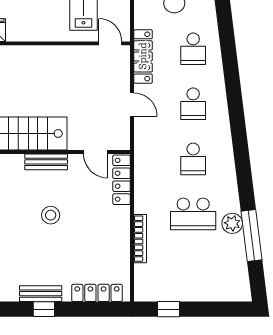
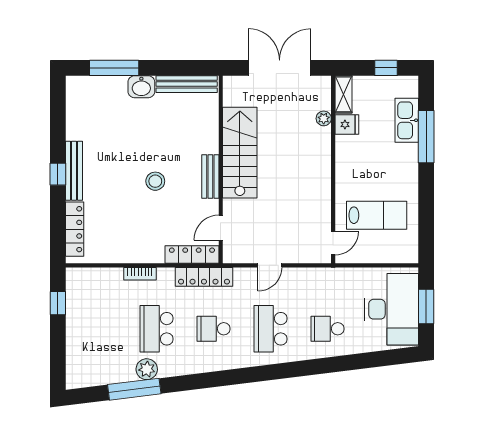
locker: (143, 56) -> (204, 277), moved
school desk: (193, 104) -> (271, 329), width x1.85
bookcase: (140, 239) -> (140, 274), width x0.64
bench: (41, 294) -> (74, 171), width x1.36

